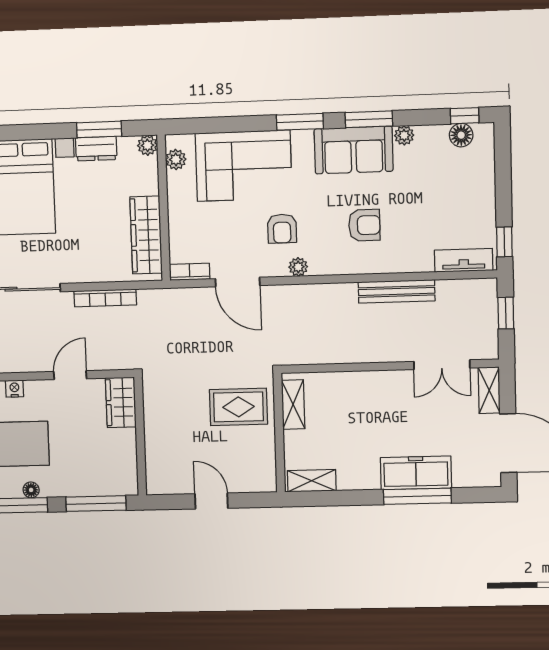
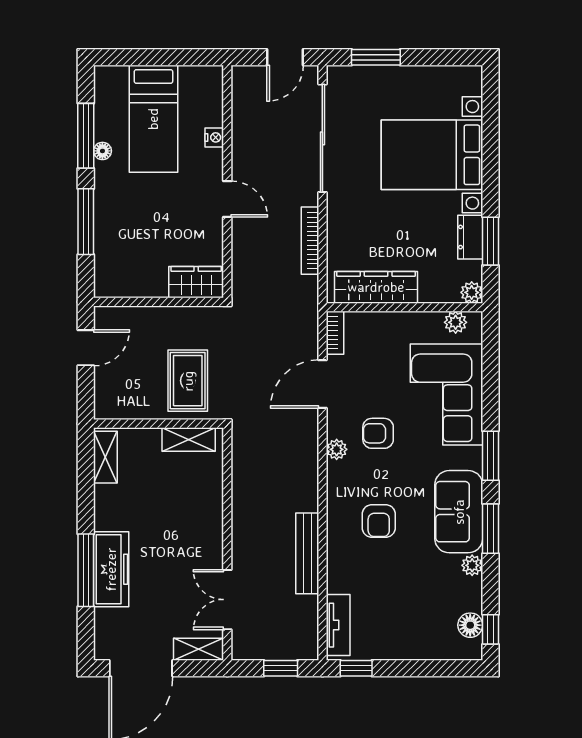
wardrobe: (121, 402) -> (196, 282), moved
wall: (140, 436) -> (158, 302), moved

